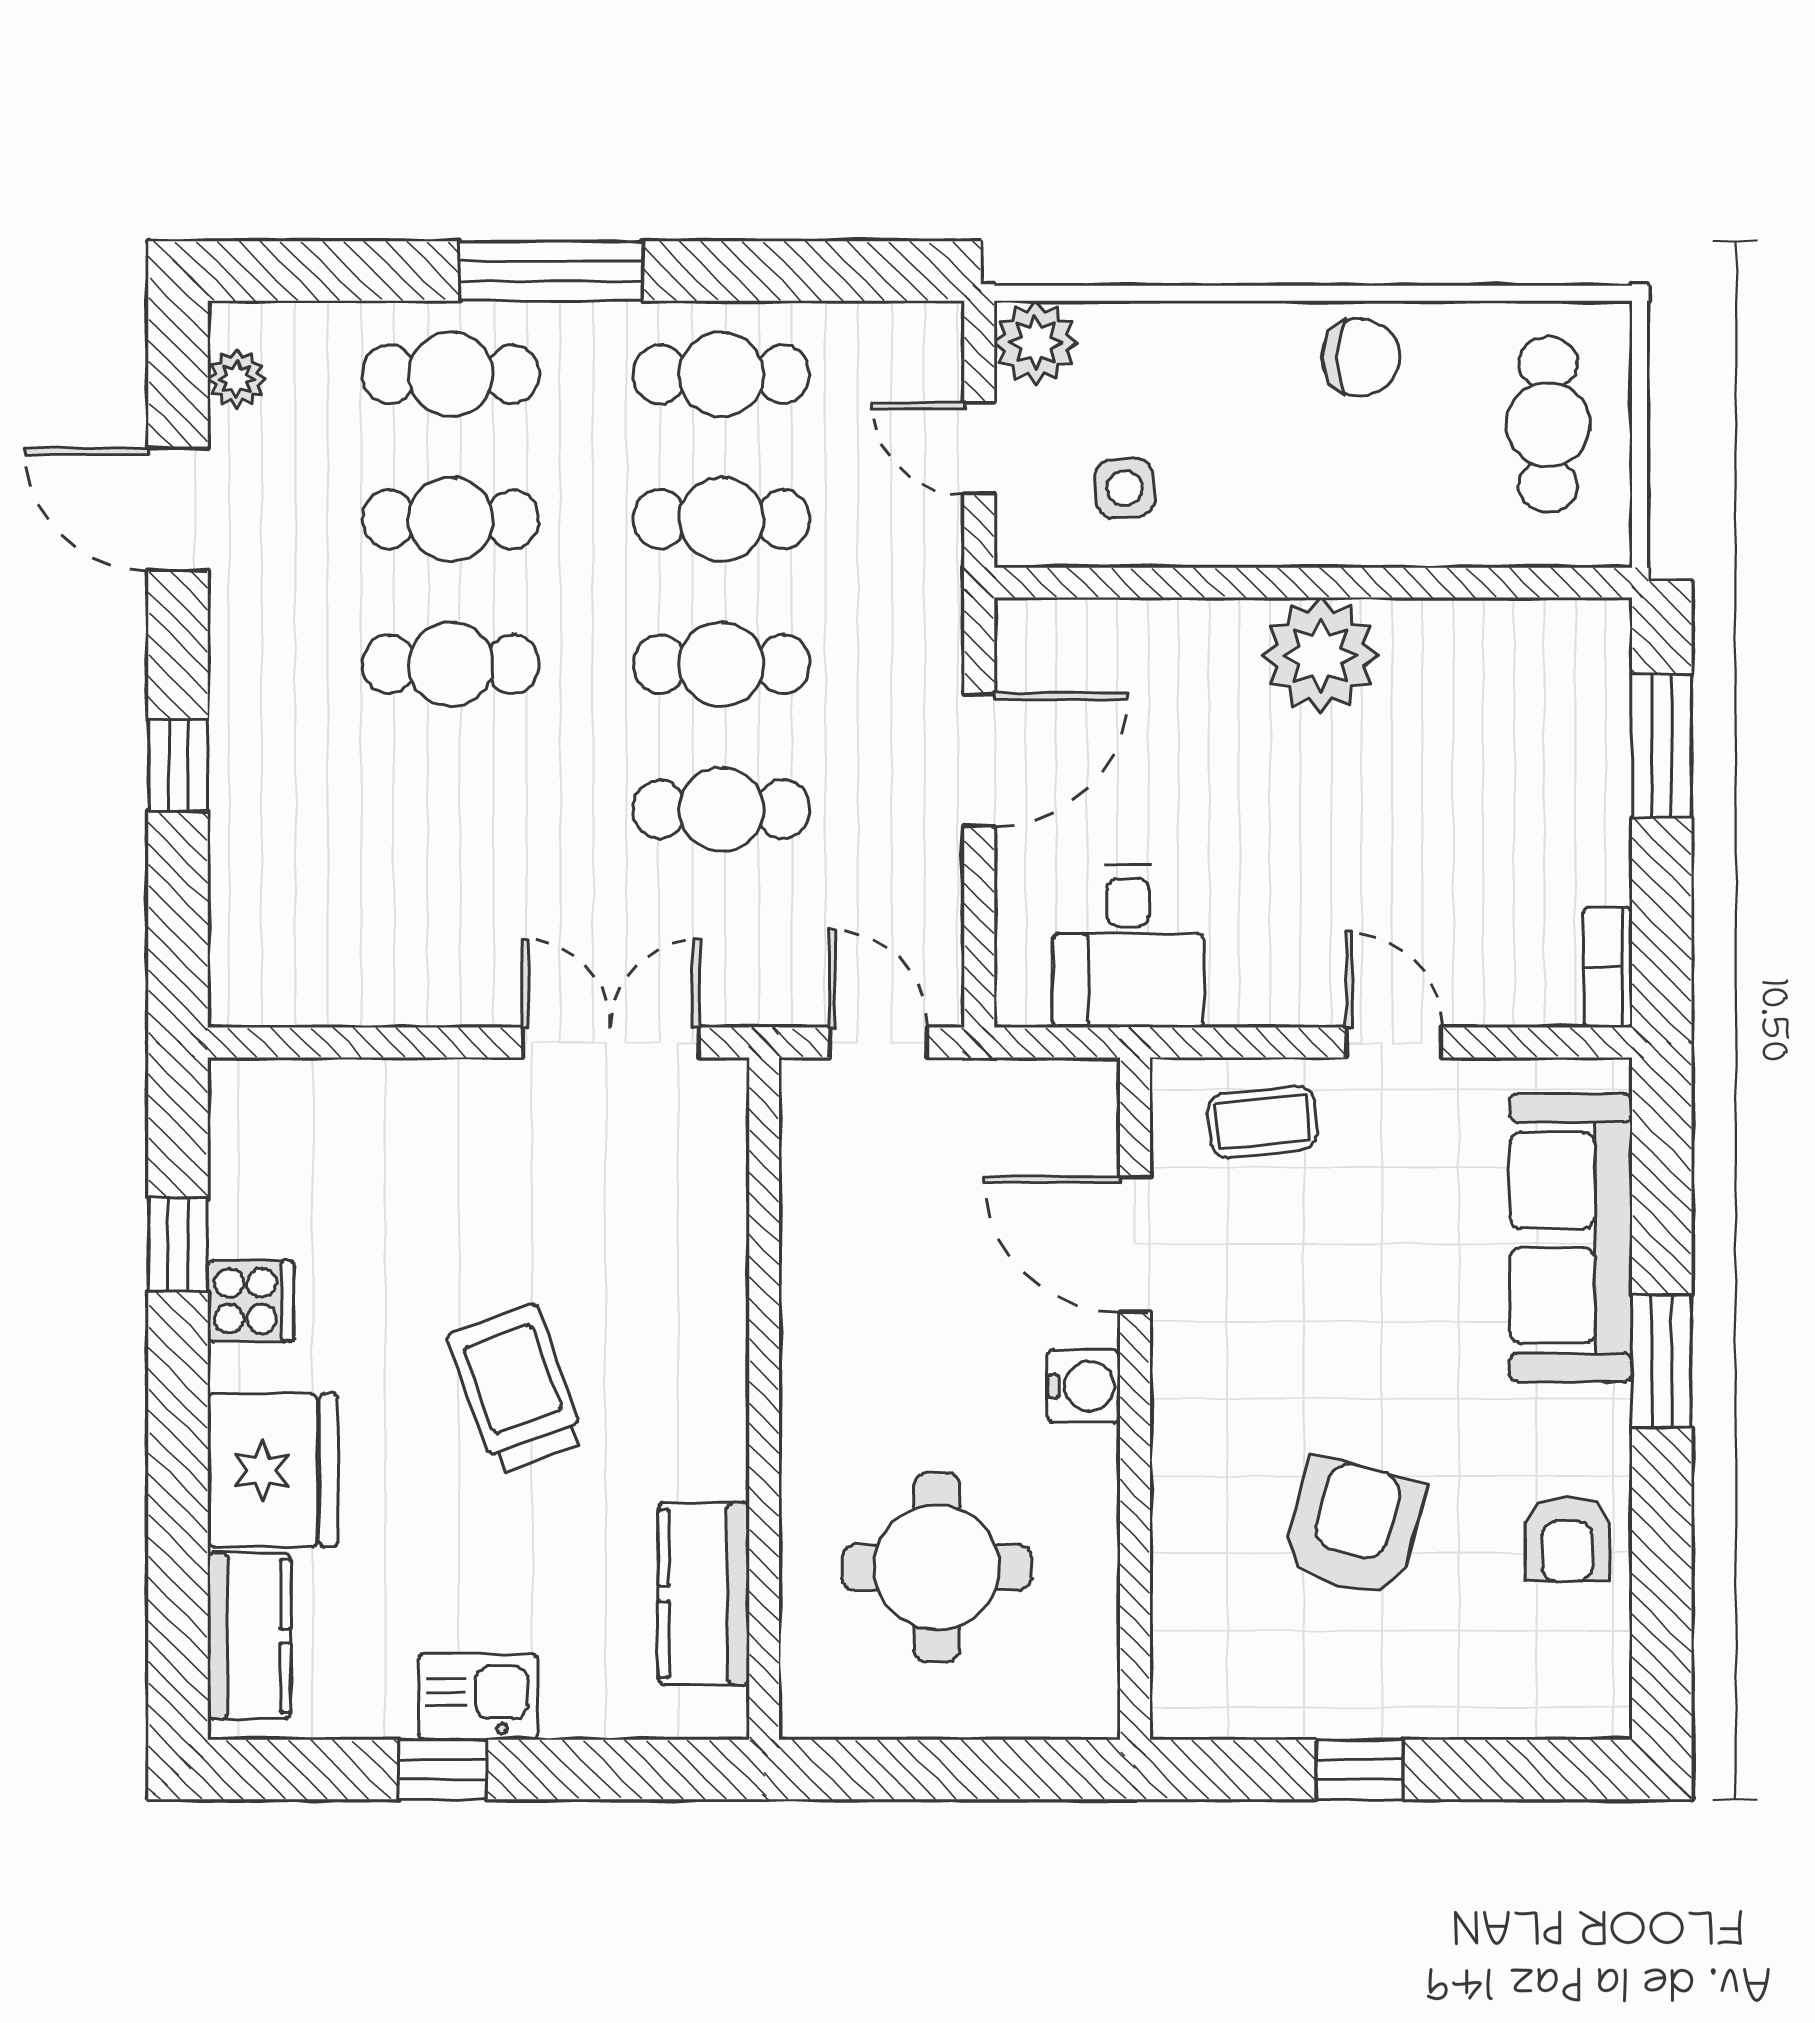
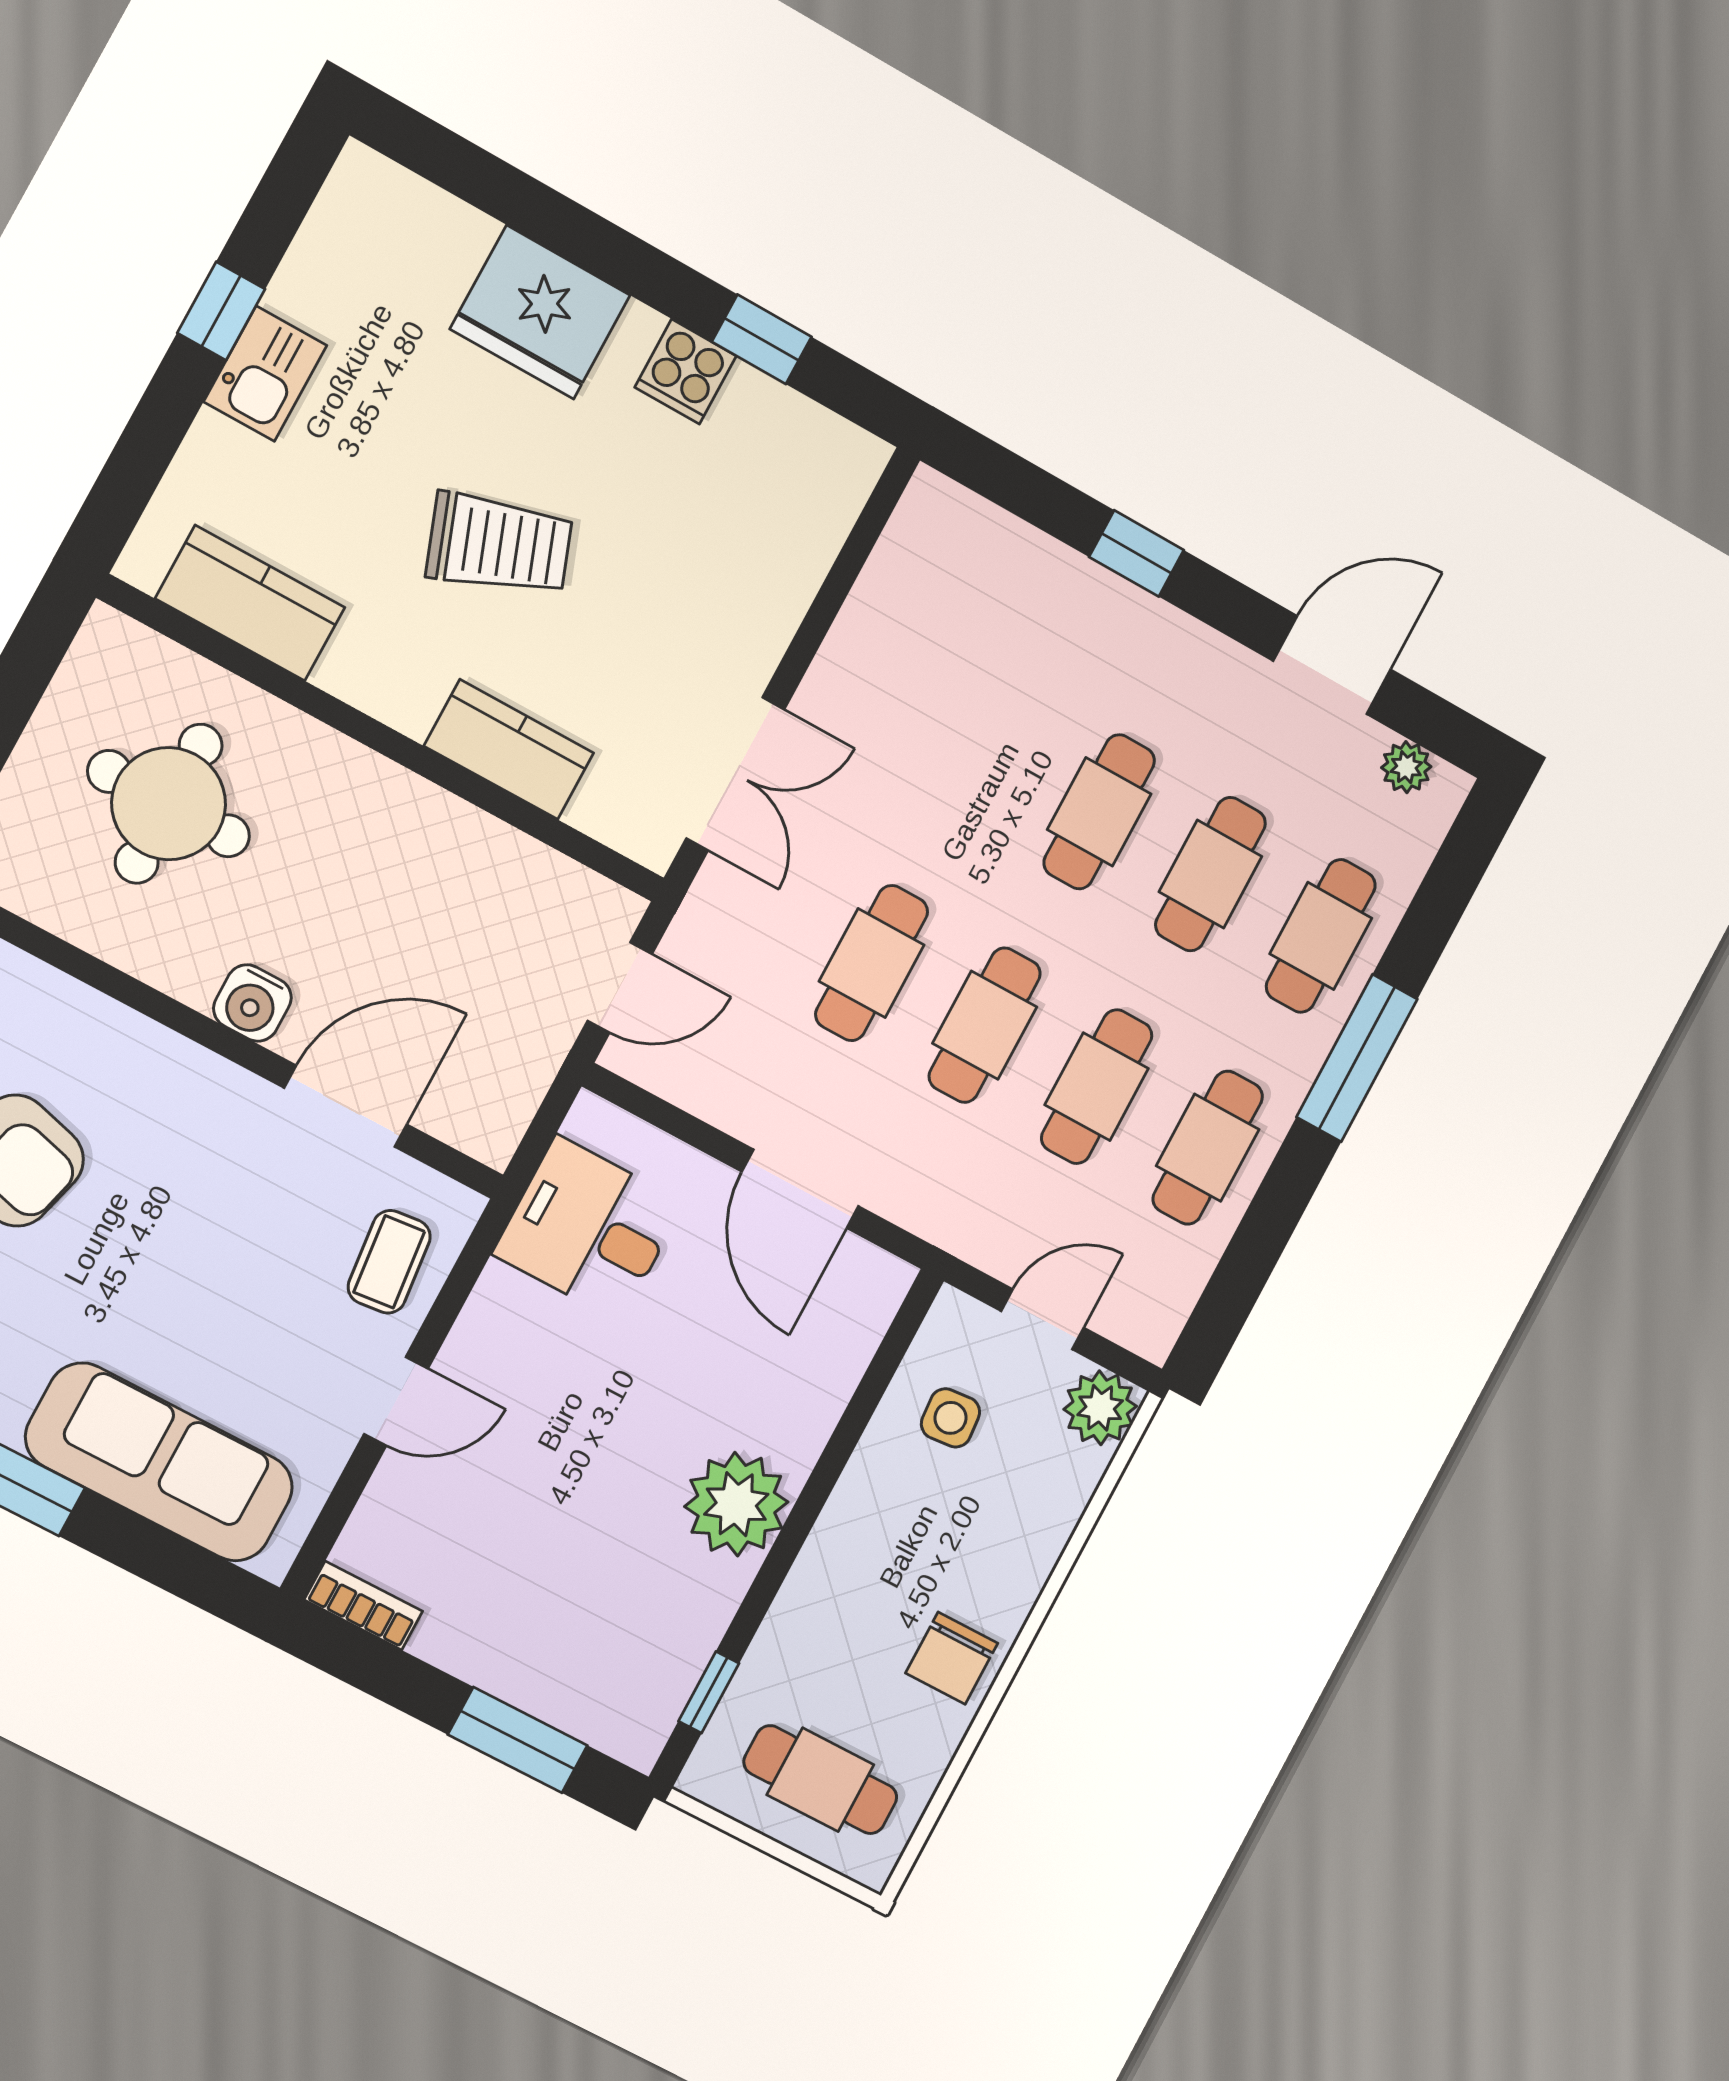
window: (1519, 583) -> (709, 1692), added
kitchen counter: (249, 1636) -> (509, 749), moved, turned 180

